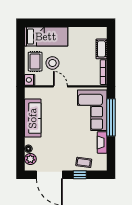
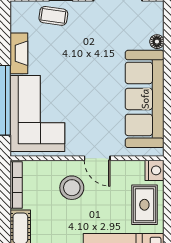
stool: (52, 63) -> (72, 188), moved
sofa: (33, 118) -> (145, 99), width x1.36, depth x1.27
plant: (30, 159) -> (153, 22), removed

